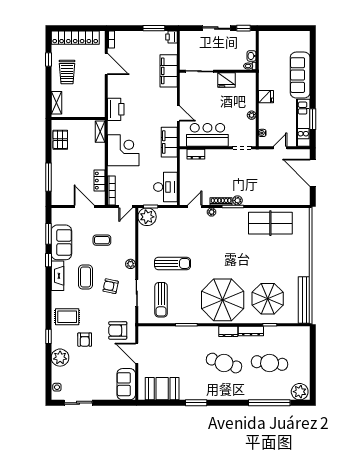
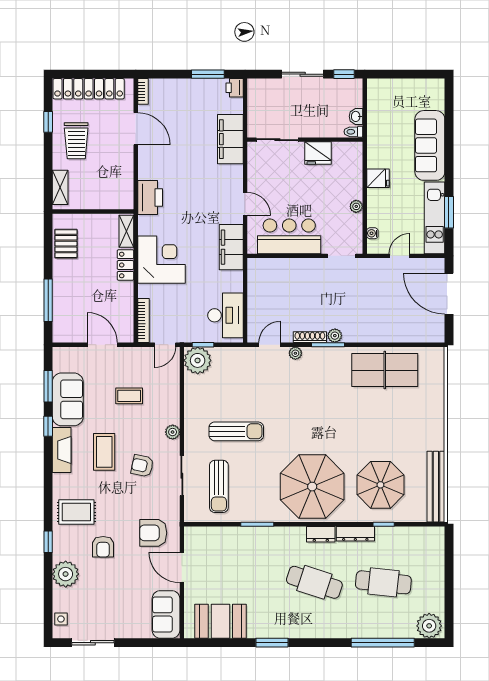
dresser: (196, 154) -> (272, 265), removed
locker: (100, 181) -> (125, 265), moved

